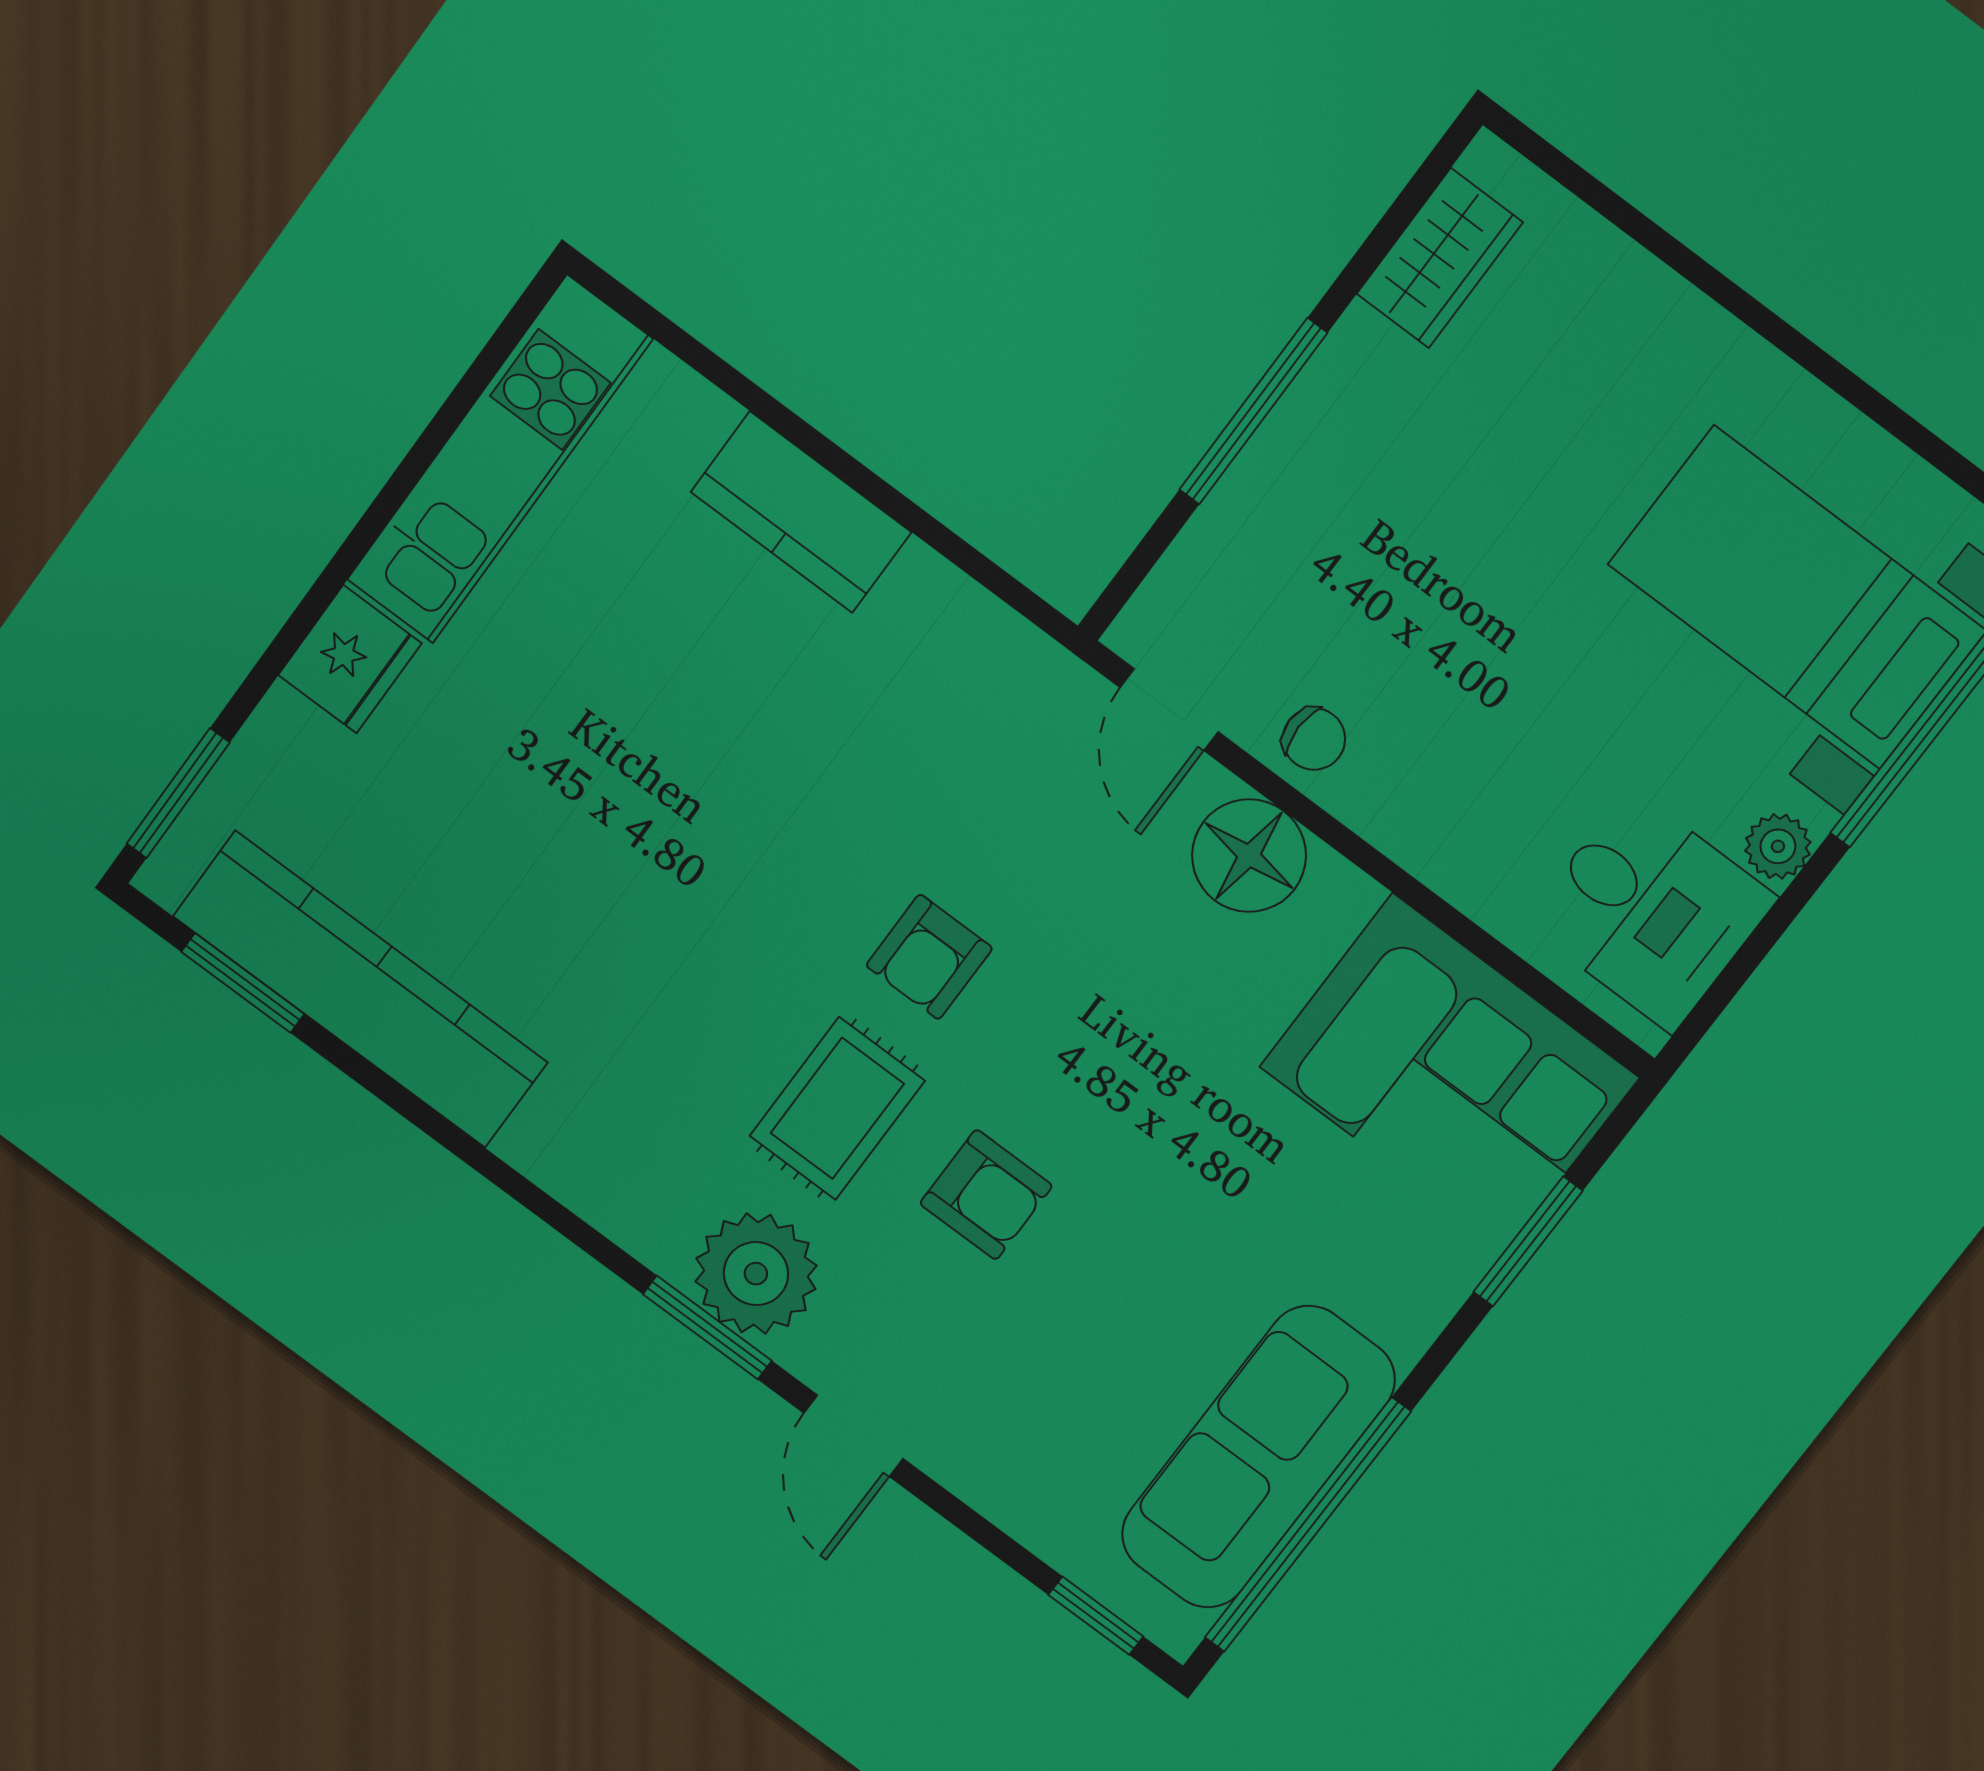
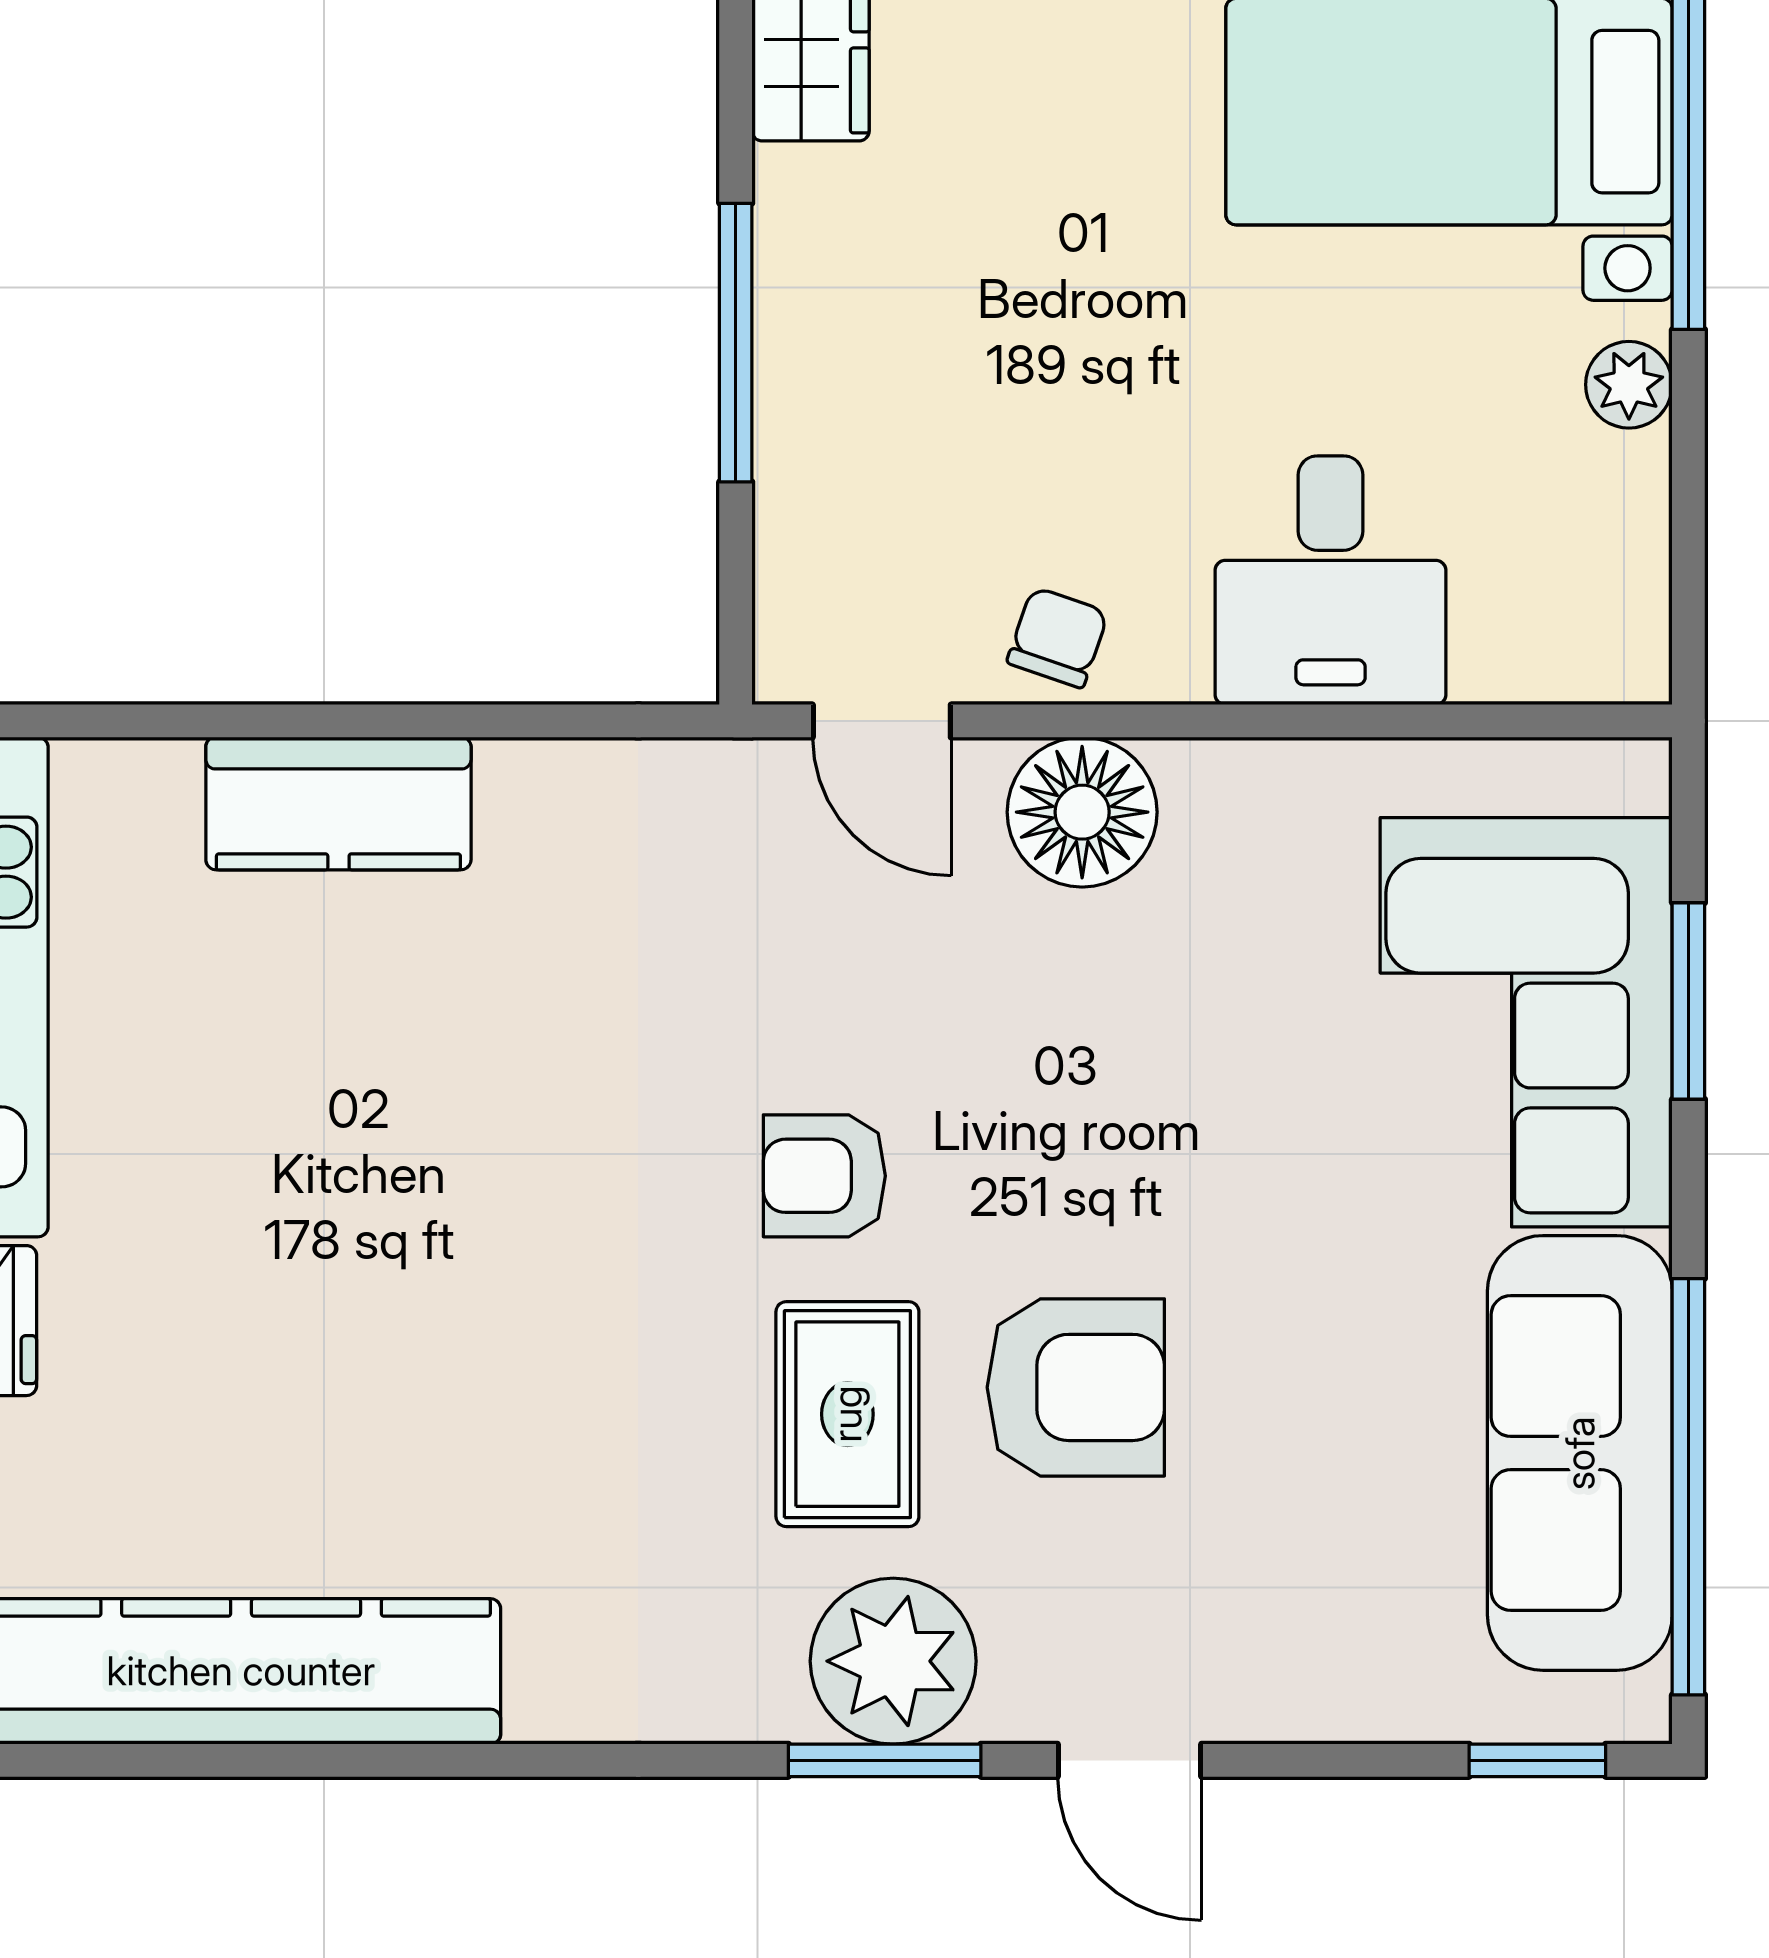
chair: (1314, 739) -> (1058, 637), turned -71
desk: (1651, 910) -> (1331, 580), moved, turned 90
armchair: (929, 957) -> (824, 1176), turned 90
window: (243, 983) -> (109, 1760), removed
corner sofa: (1449, 1072) -> (1526, 1022), moved, turned 90
armchair: (986, 1195) -> (1076, 1387), width x1.38, depth x1.38

